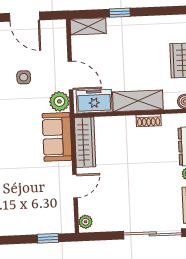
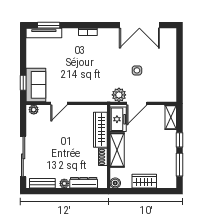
window: (155, 11) -> (179, 165), added
door: (25, 17) -> (179, 73), removed
sofa: (57, 137) -> (36, 85), moved, turned 90
wardrobe: (85, 142) -> (100, 130), moved, turned 90
door: (75, 186) -> (59, 103), hinge flipped

